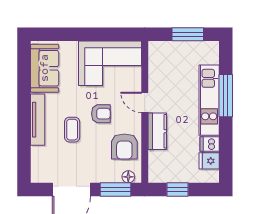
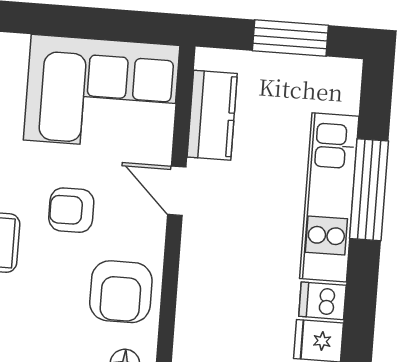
armchair: (101, 114) -> (71, 210), turned 180
kitchen counter: (157, 131) -> (212, 115), moved

